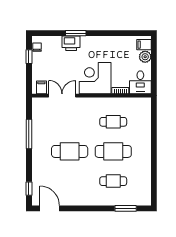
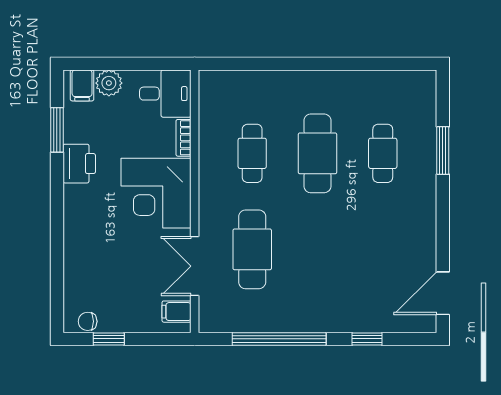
window: (76, 33) -> (57, 130), moved
printer: (71, 43) -> (79, 164), moved
window: (29, 134) -> (279, 339), width x1.46
cafe table: (70, 151) -> (252, 249), moved
window: (29, 189) -> (367, 339), moved
window: (126, 208) -> (443, 150), moved

